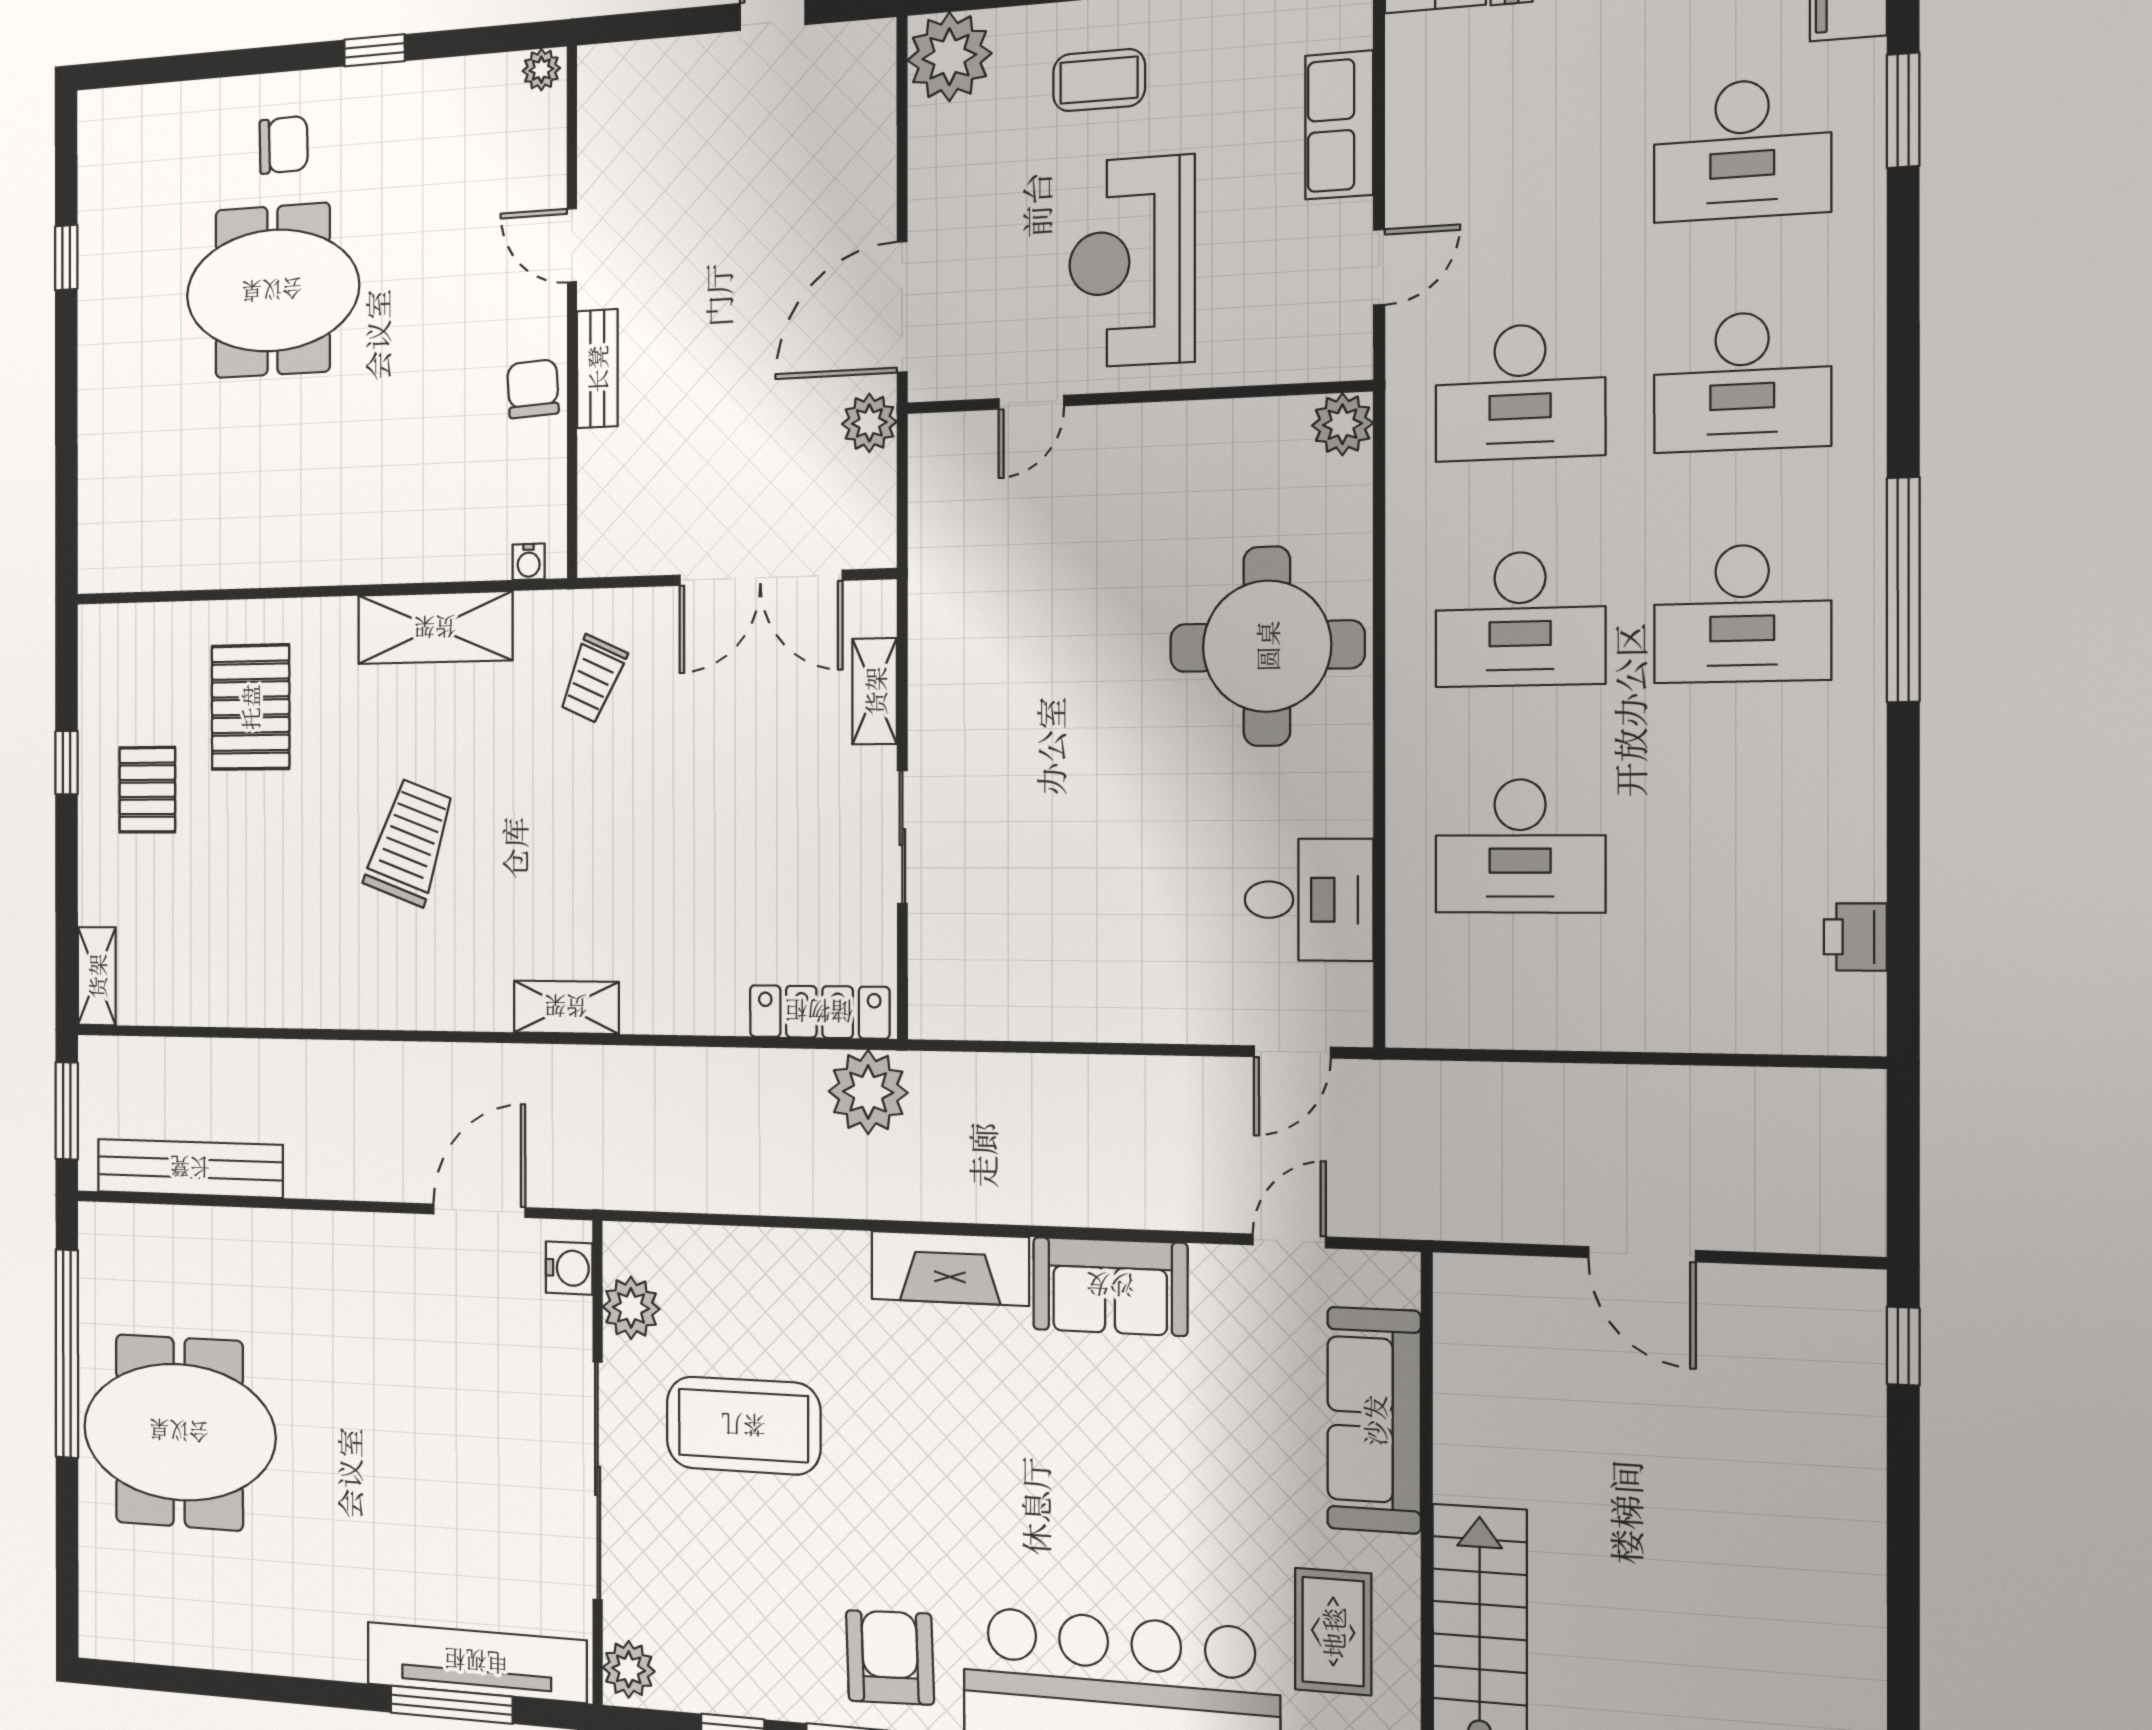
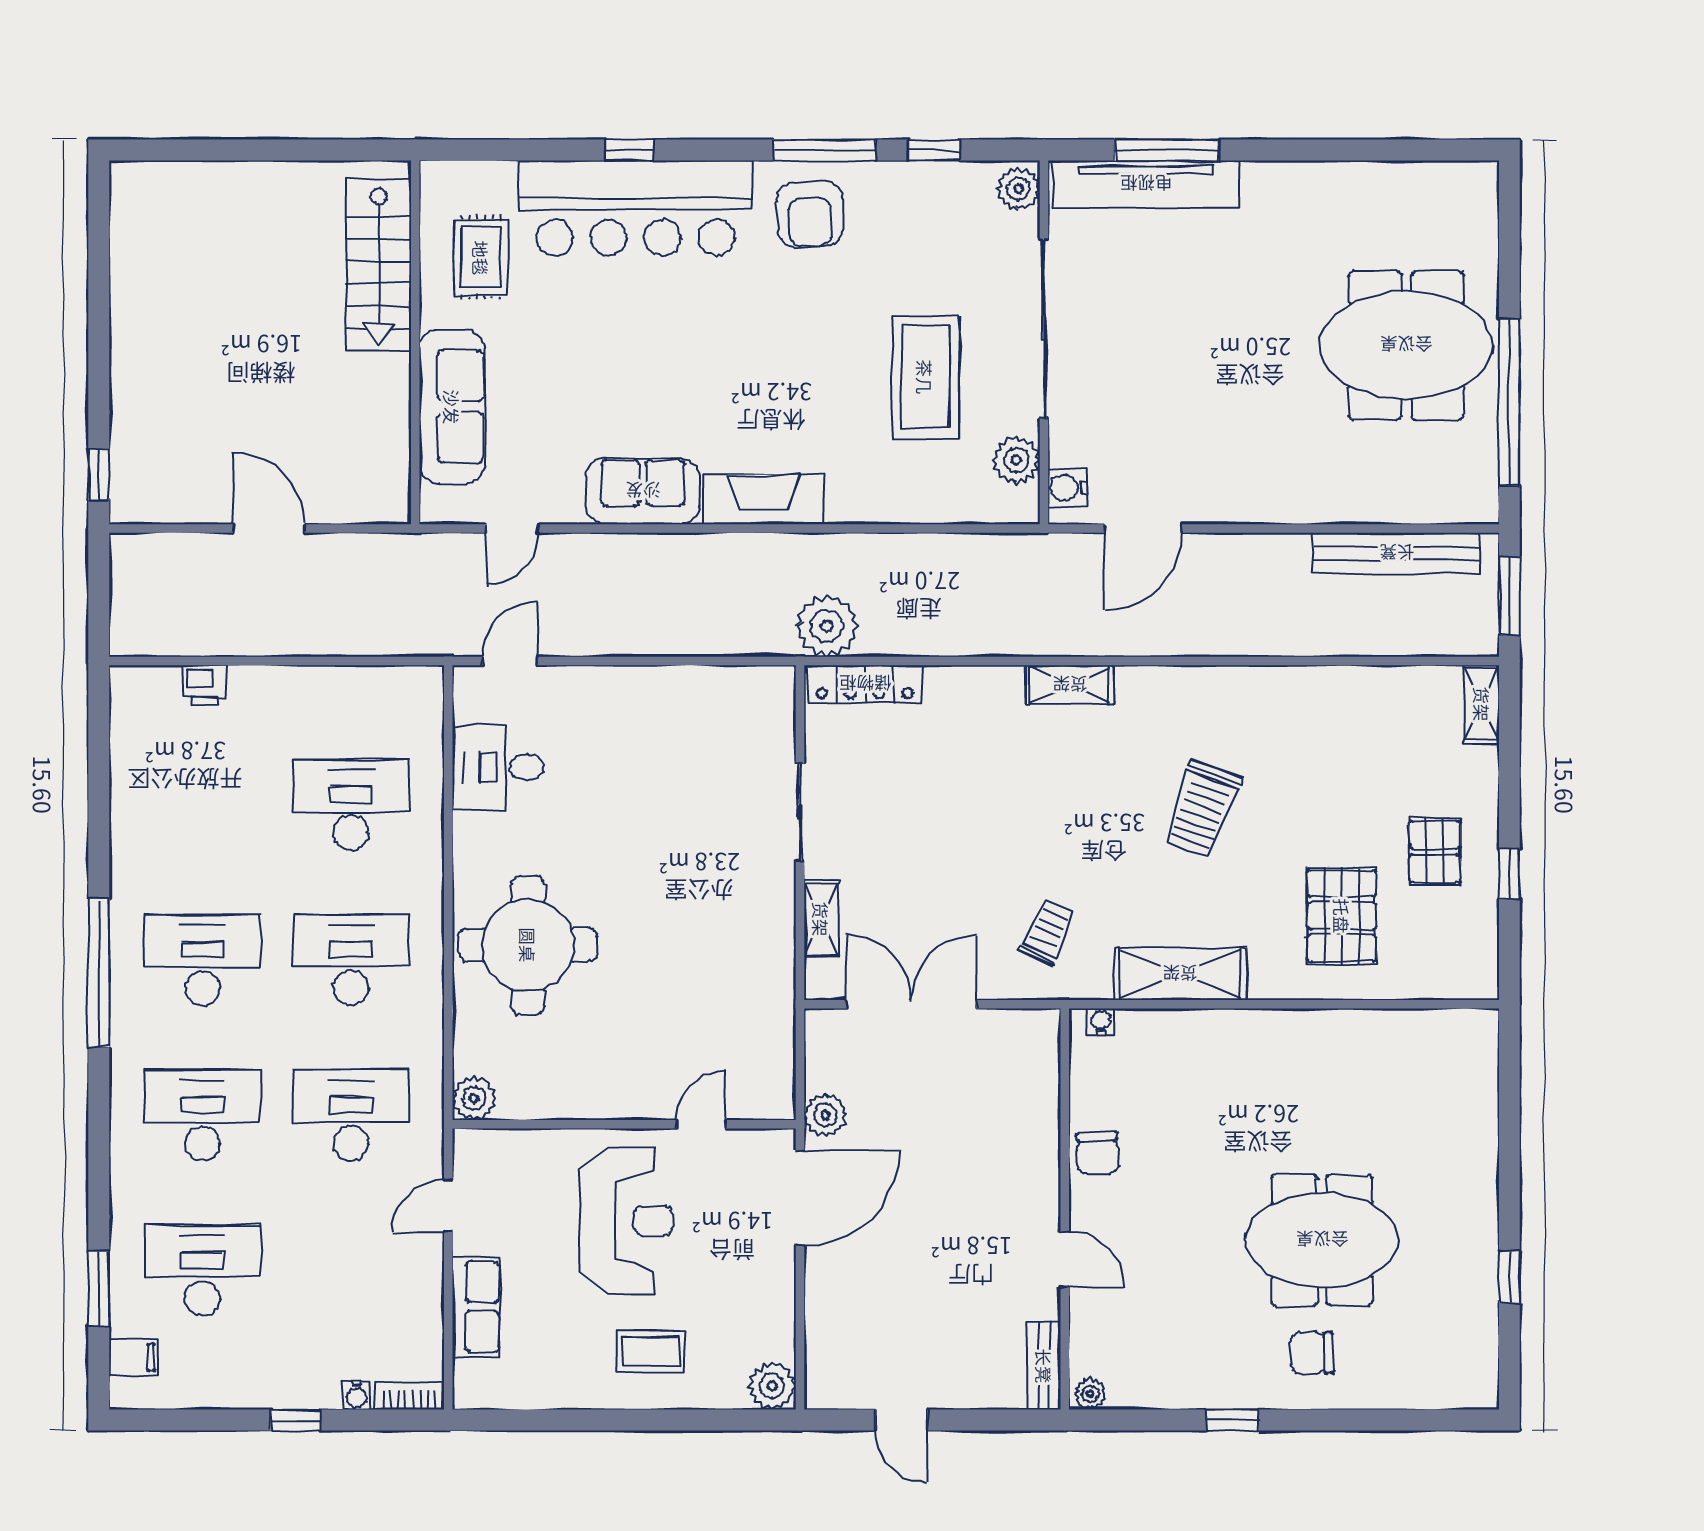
plant: (949, 57) -> (772, 1386), width x0.73, depth x0.73
bench: (597, 369) -> (1044, 1366), moved
printer: (1855, 937) -> (204, 685), moved, turned 90
coffee table: (743, 1426) -> (925, 377), turned 90

